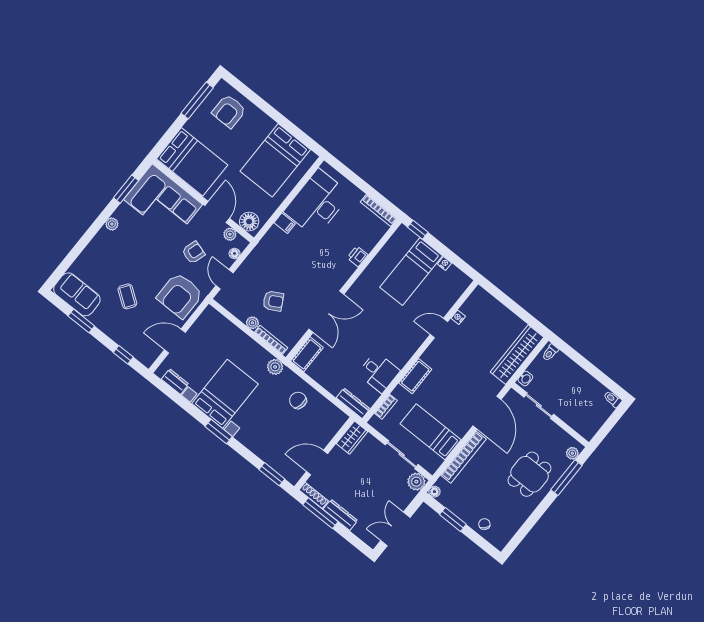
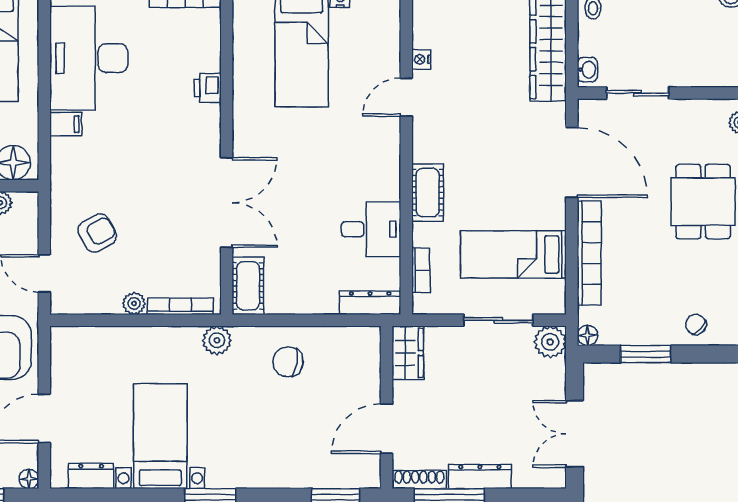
floor lamp: (235, 253) -> (29, 479), moved
armchair: (273, 301) -> (97, 233), moved
bed with nightstands: (225, 394) -> (160, 436), width x0.73

